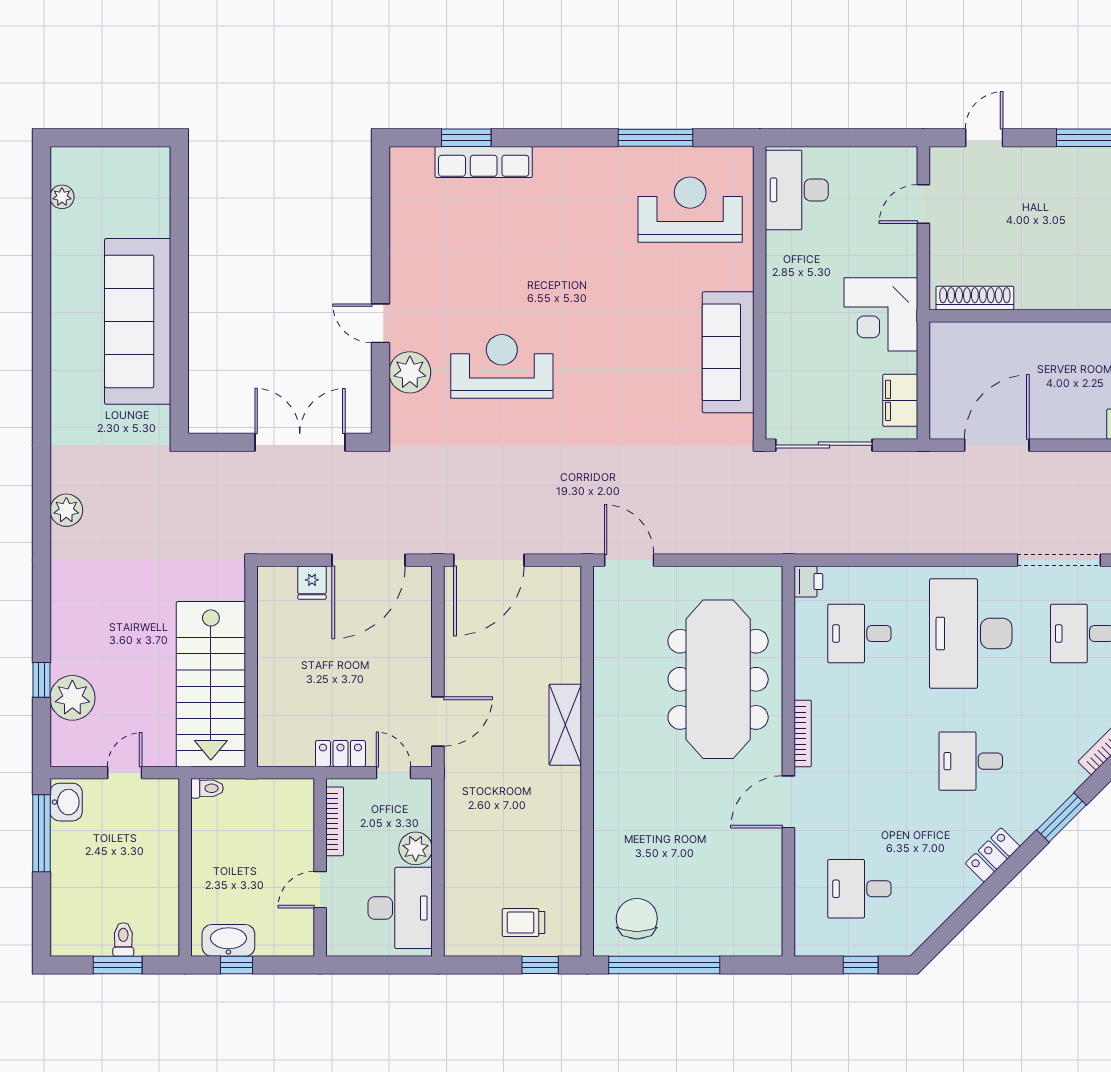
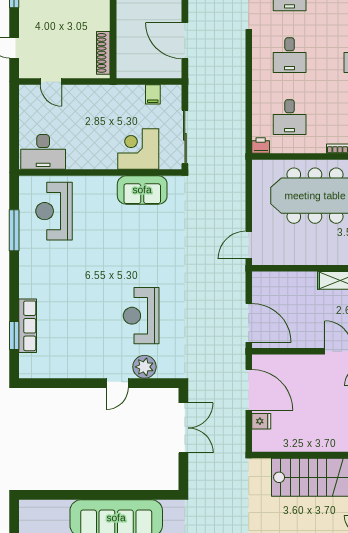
corner desk: (881, 314) -> (138, 149), moved, turned 180
sofa: (728, 352) -> (142, 190), width x0.73
filing cabinet: (900, 400) -> (153, 94), width x0.50
double door: (300, 442) -> (183, 428), swing flipped
desk: (971, 633) -> (290, 55), width x0.53, depth x0.77

